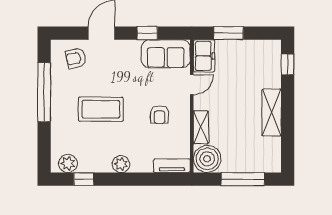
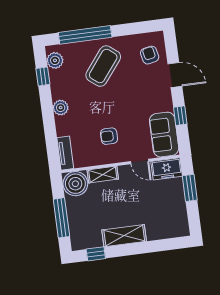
window: (288, 64) -> (96, 254), moved
window: (44, 92) -> (85, 35), moved
coffee table: (101, 109) -> (103, 66), moved, turned 38

